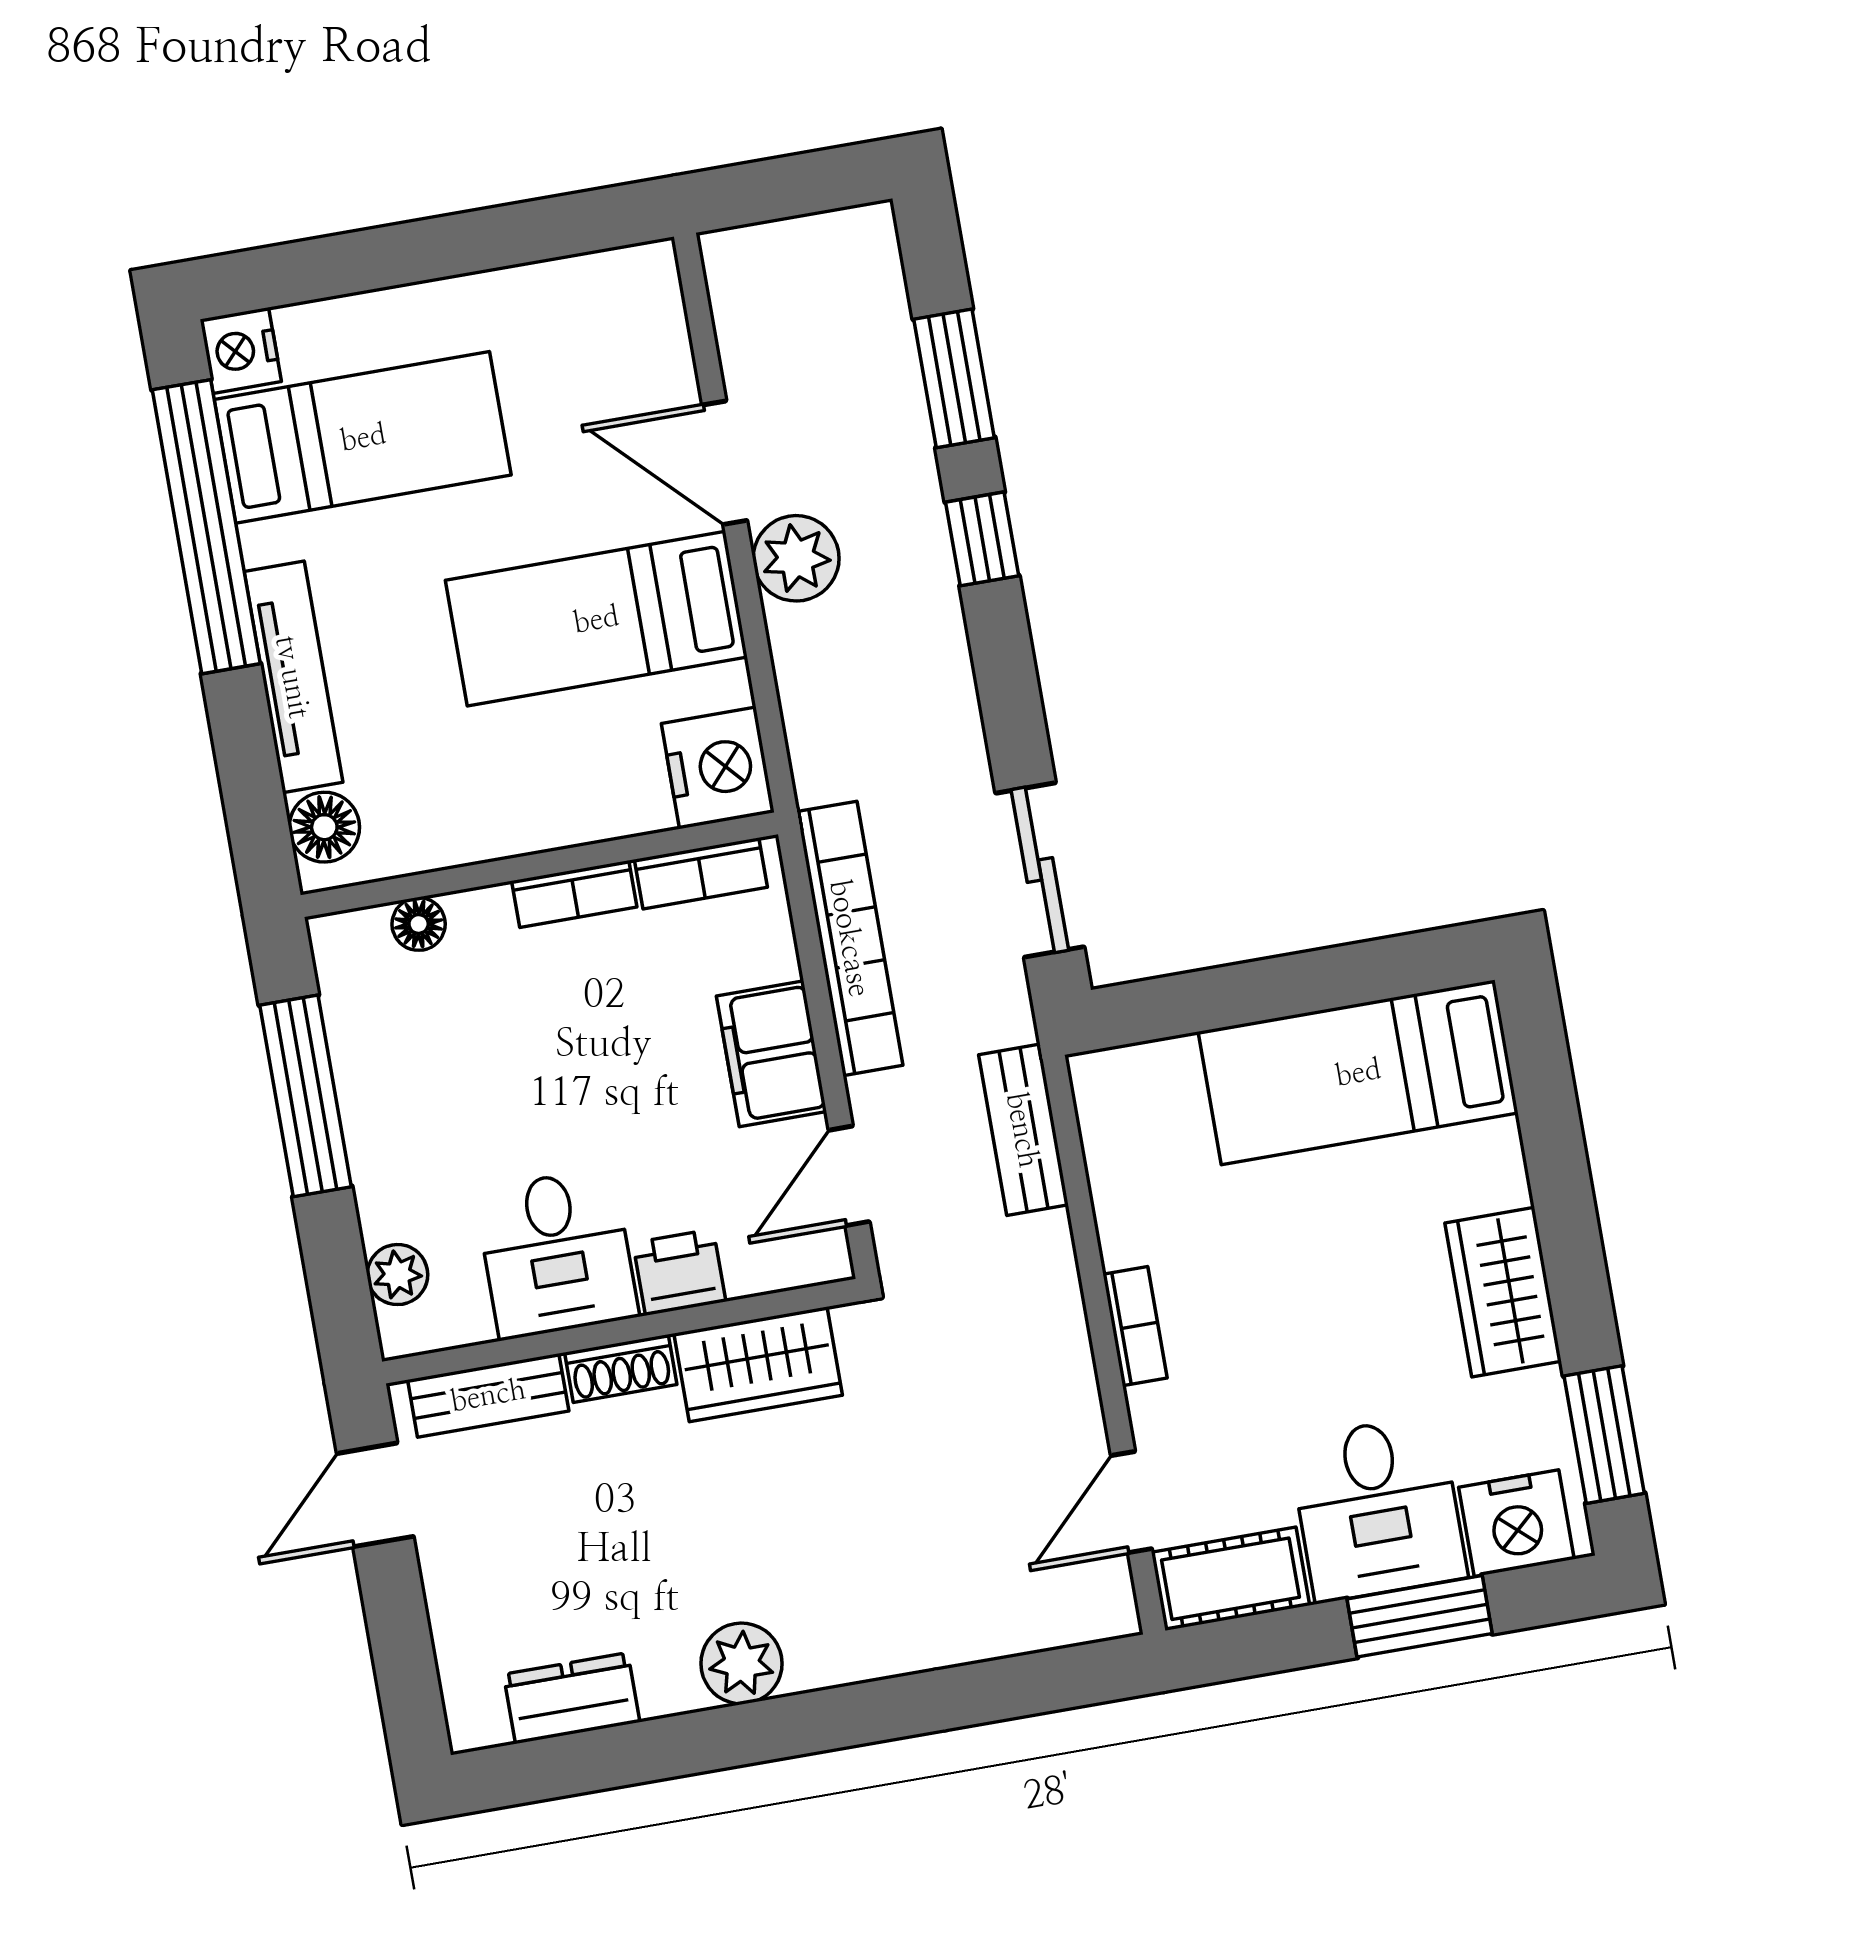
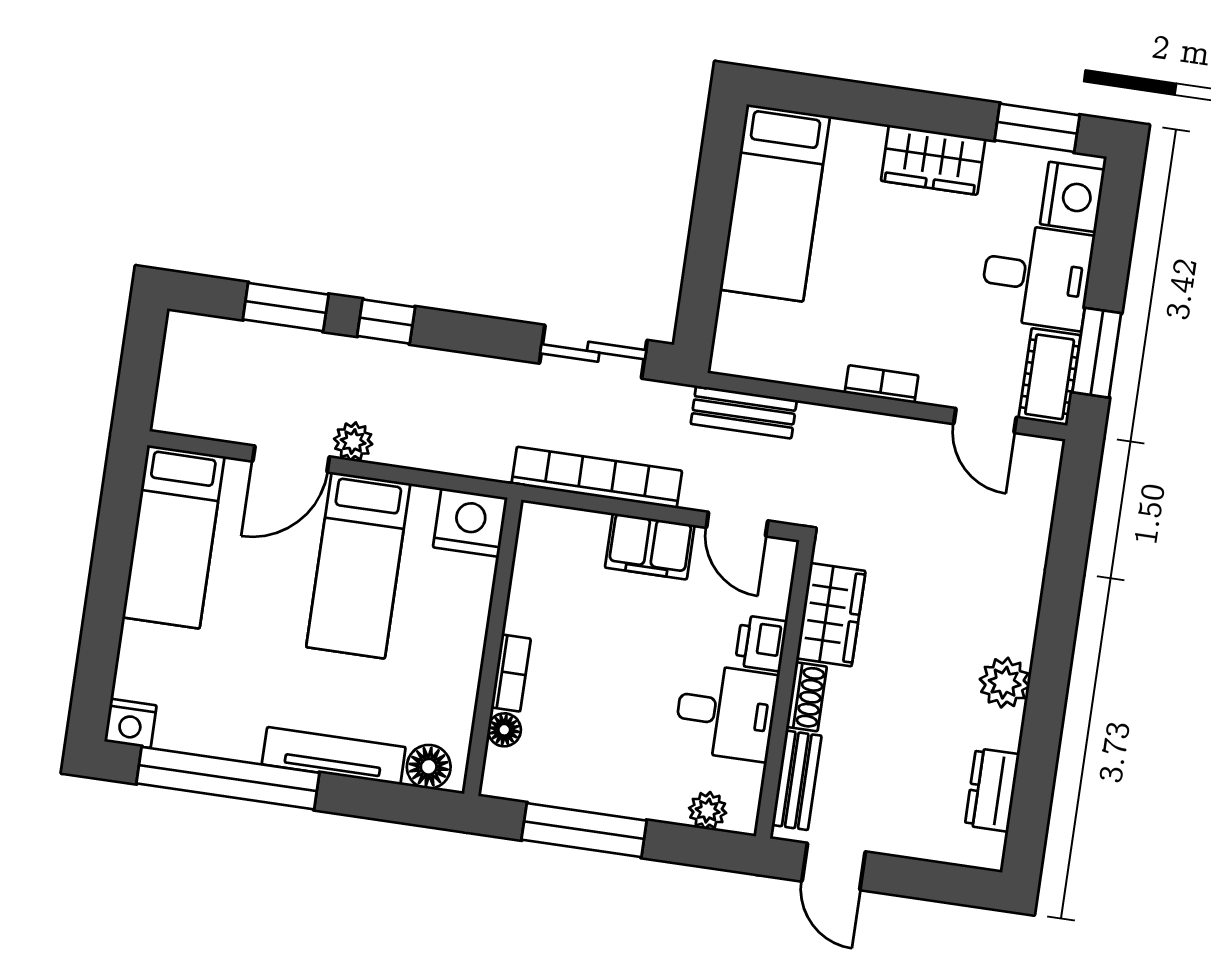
bed: (363, 437) -> (173, 537), moved, turned 180
plant: (796, 558) -> (353, 442), width x0.73, depth x0.73
bookcase: (701, 873) -> (529, 553), removed
bookcase: (574, 894) -> (511, 673), moved
window: (1420, 1616) -> (1097, 353), moved

